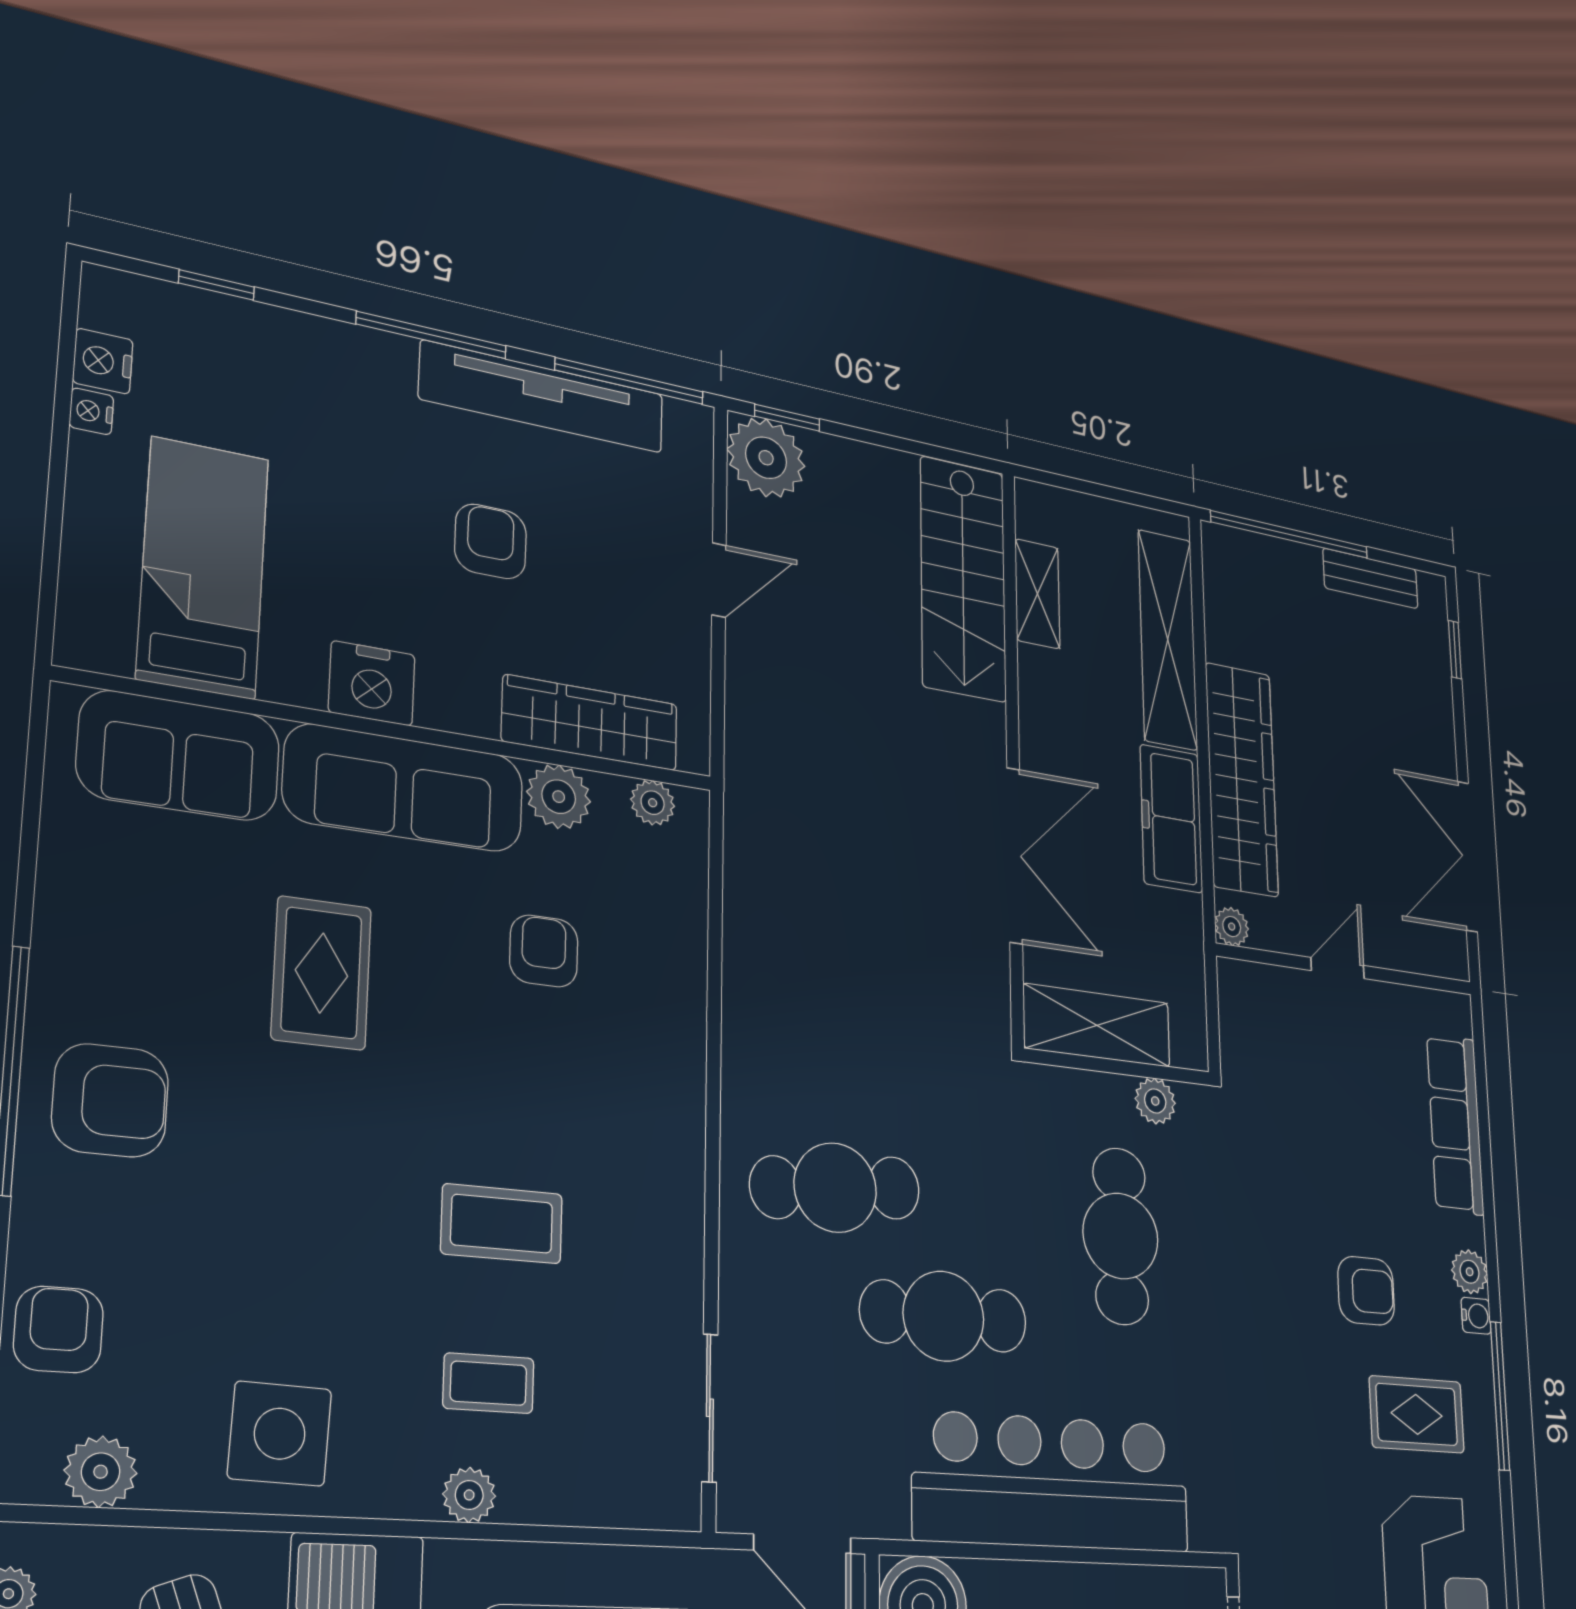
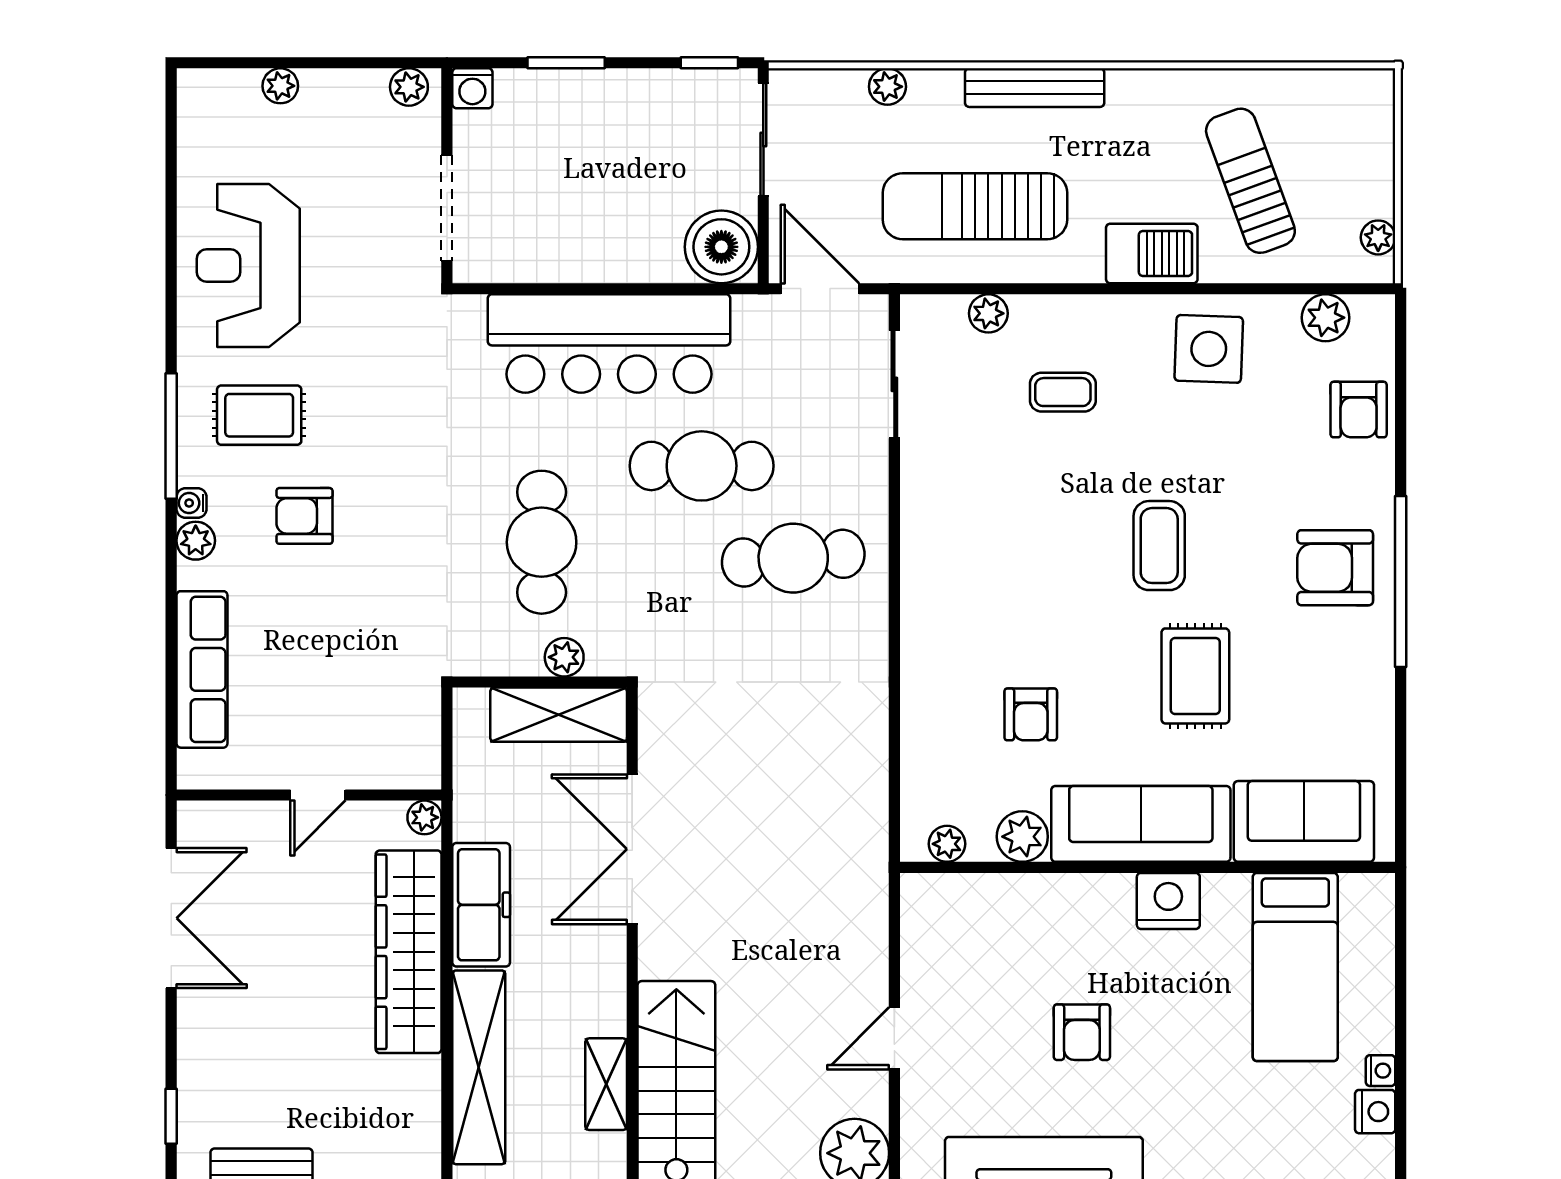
wardrobe: (590, 723) -> (999, 900), removed
plant: (1155, 1101) -> (564, 657), moved
coffee table: (502, 1224) -> (1159, 546), moved, turned 90
plant: (469, 1495) -> (988, 313), moved

